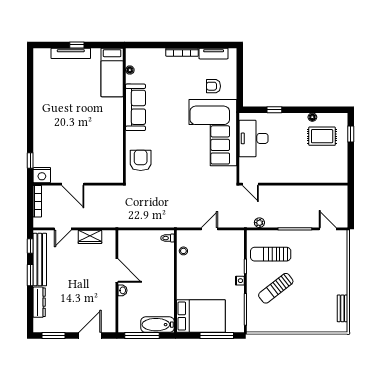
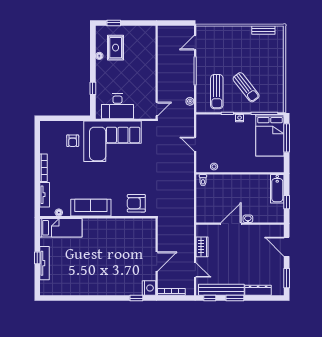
tv unit: (214, 54) -> (45, 195), moved
bed: (201, 316) -> (270, 135), moved, turned 180
window: (142, 336) -> (287, 202), width x0.46

